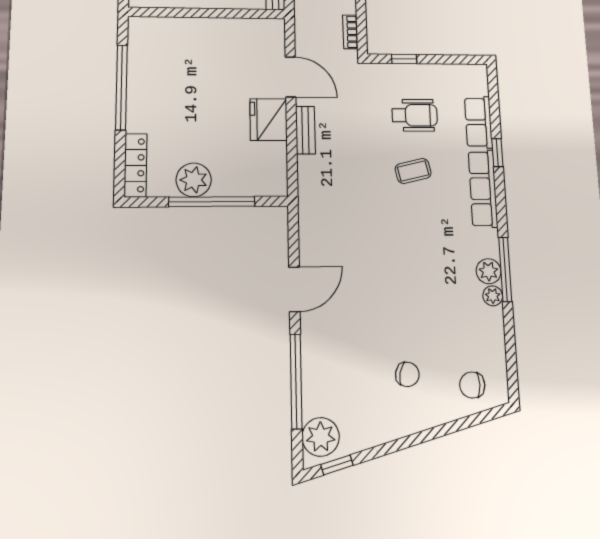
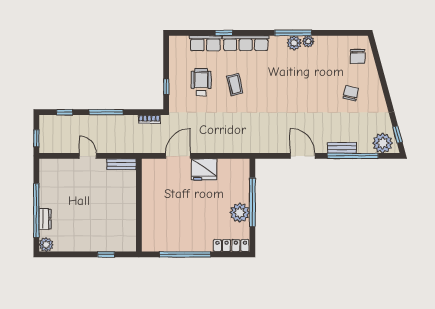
bench: (305, 130) -> (342, 148), moved

